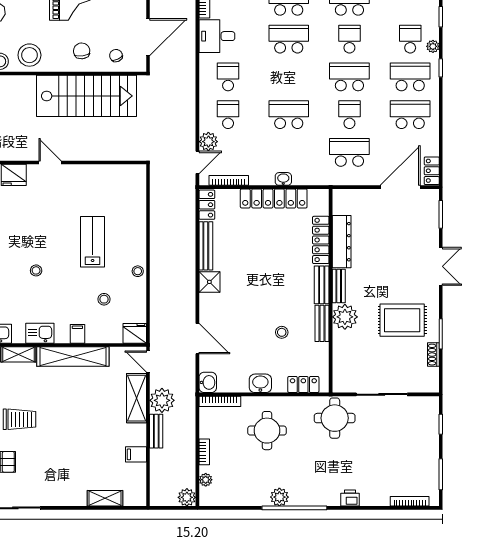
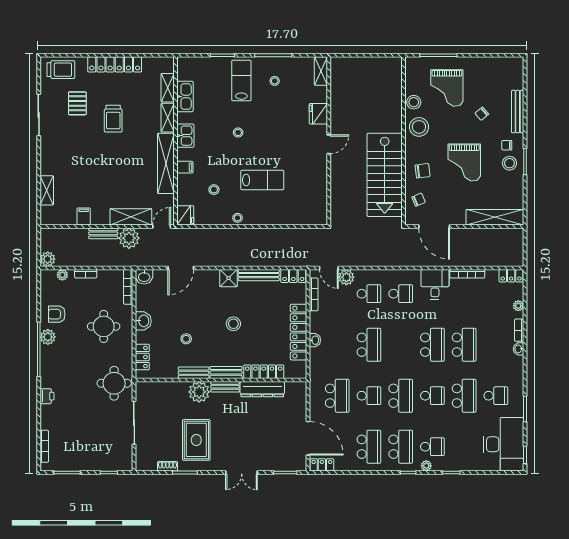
stool: (264, 276) -> (233, 324), added
armchair: (252, 486) -> (57, 314), added

